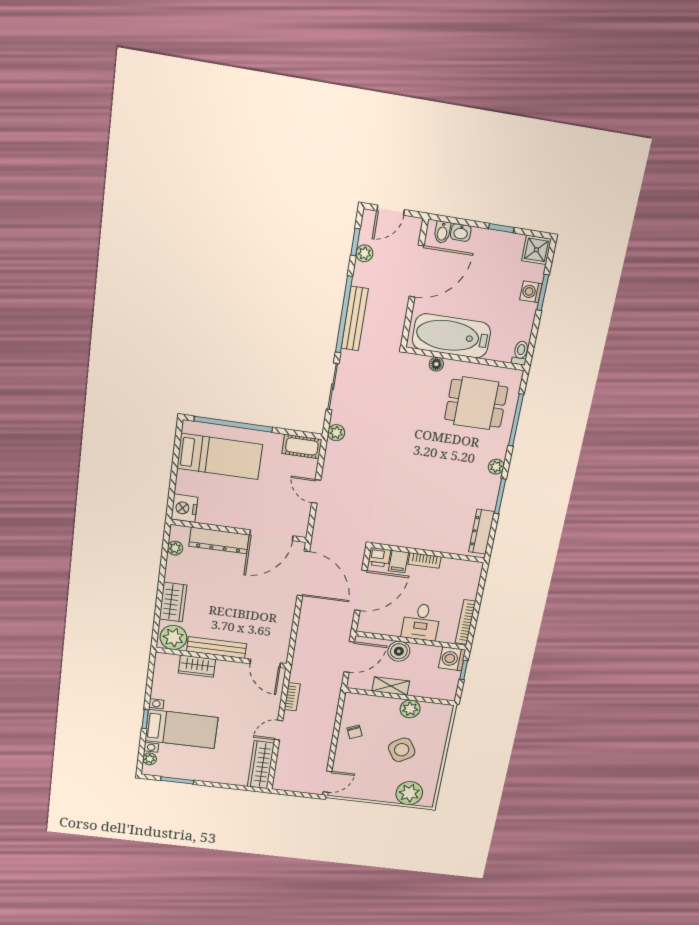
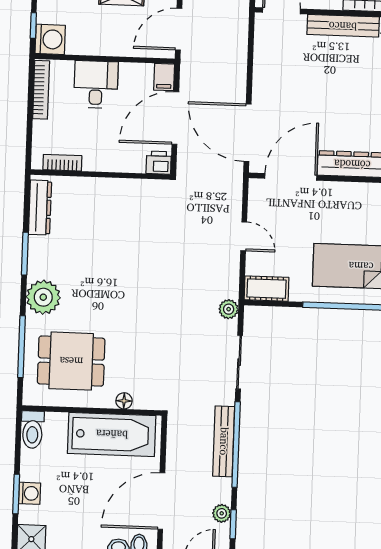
toilet: (520, 353) -> (32, 430), width x1.37, depth x1.39
plant: (496, 467) -> (43, 297), width x1.87, depth x1.87
bookcase: (424, 560) -> (62, 163), moved
filing cabinet: (399, 562) -> (164, 77), moved, turned 180
boiler: (399, 651) -> (118, 43), removed

